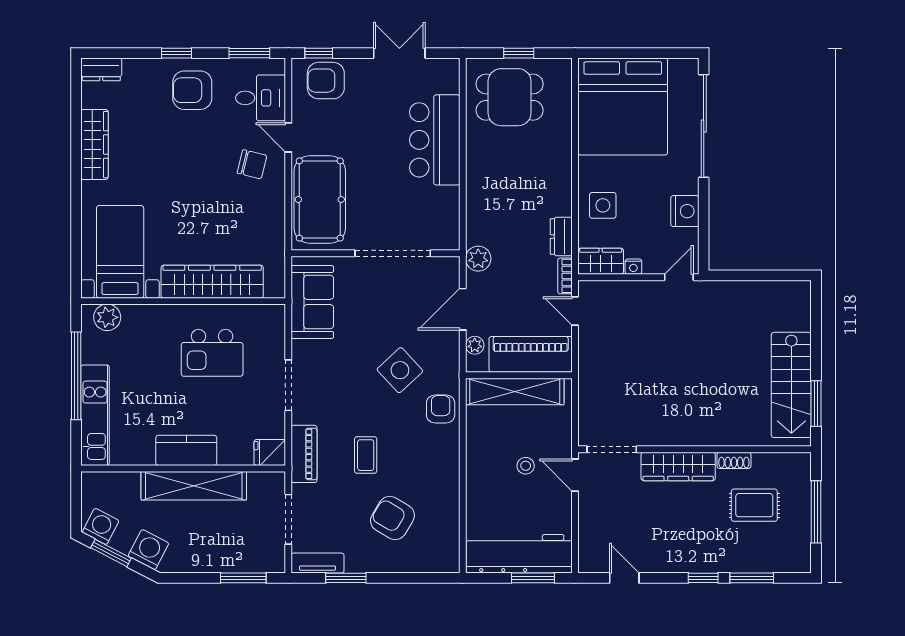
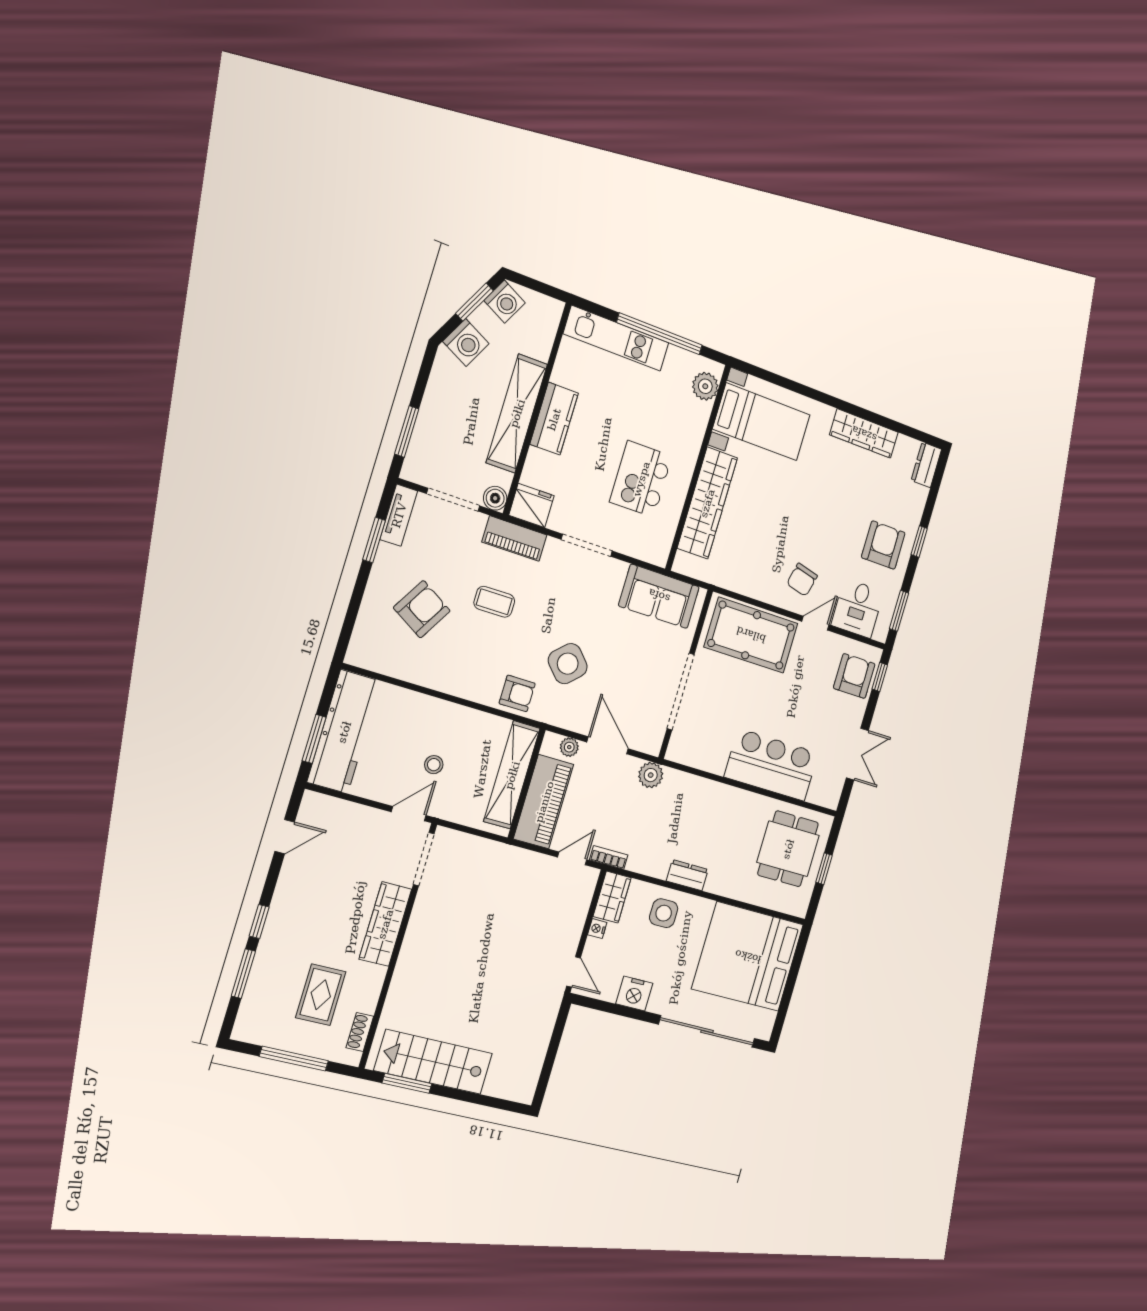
dresser: (561, 237) -> (687, 875), moved
fridge: (270, 452) -> (531, 505), width x1.38
shoe rack: (734, 460) -> (360, 1032), moved
boiler: (274, 482) -> (495, 498), added

